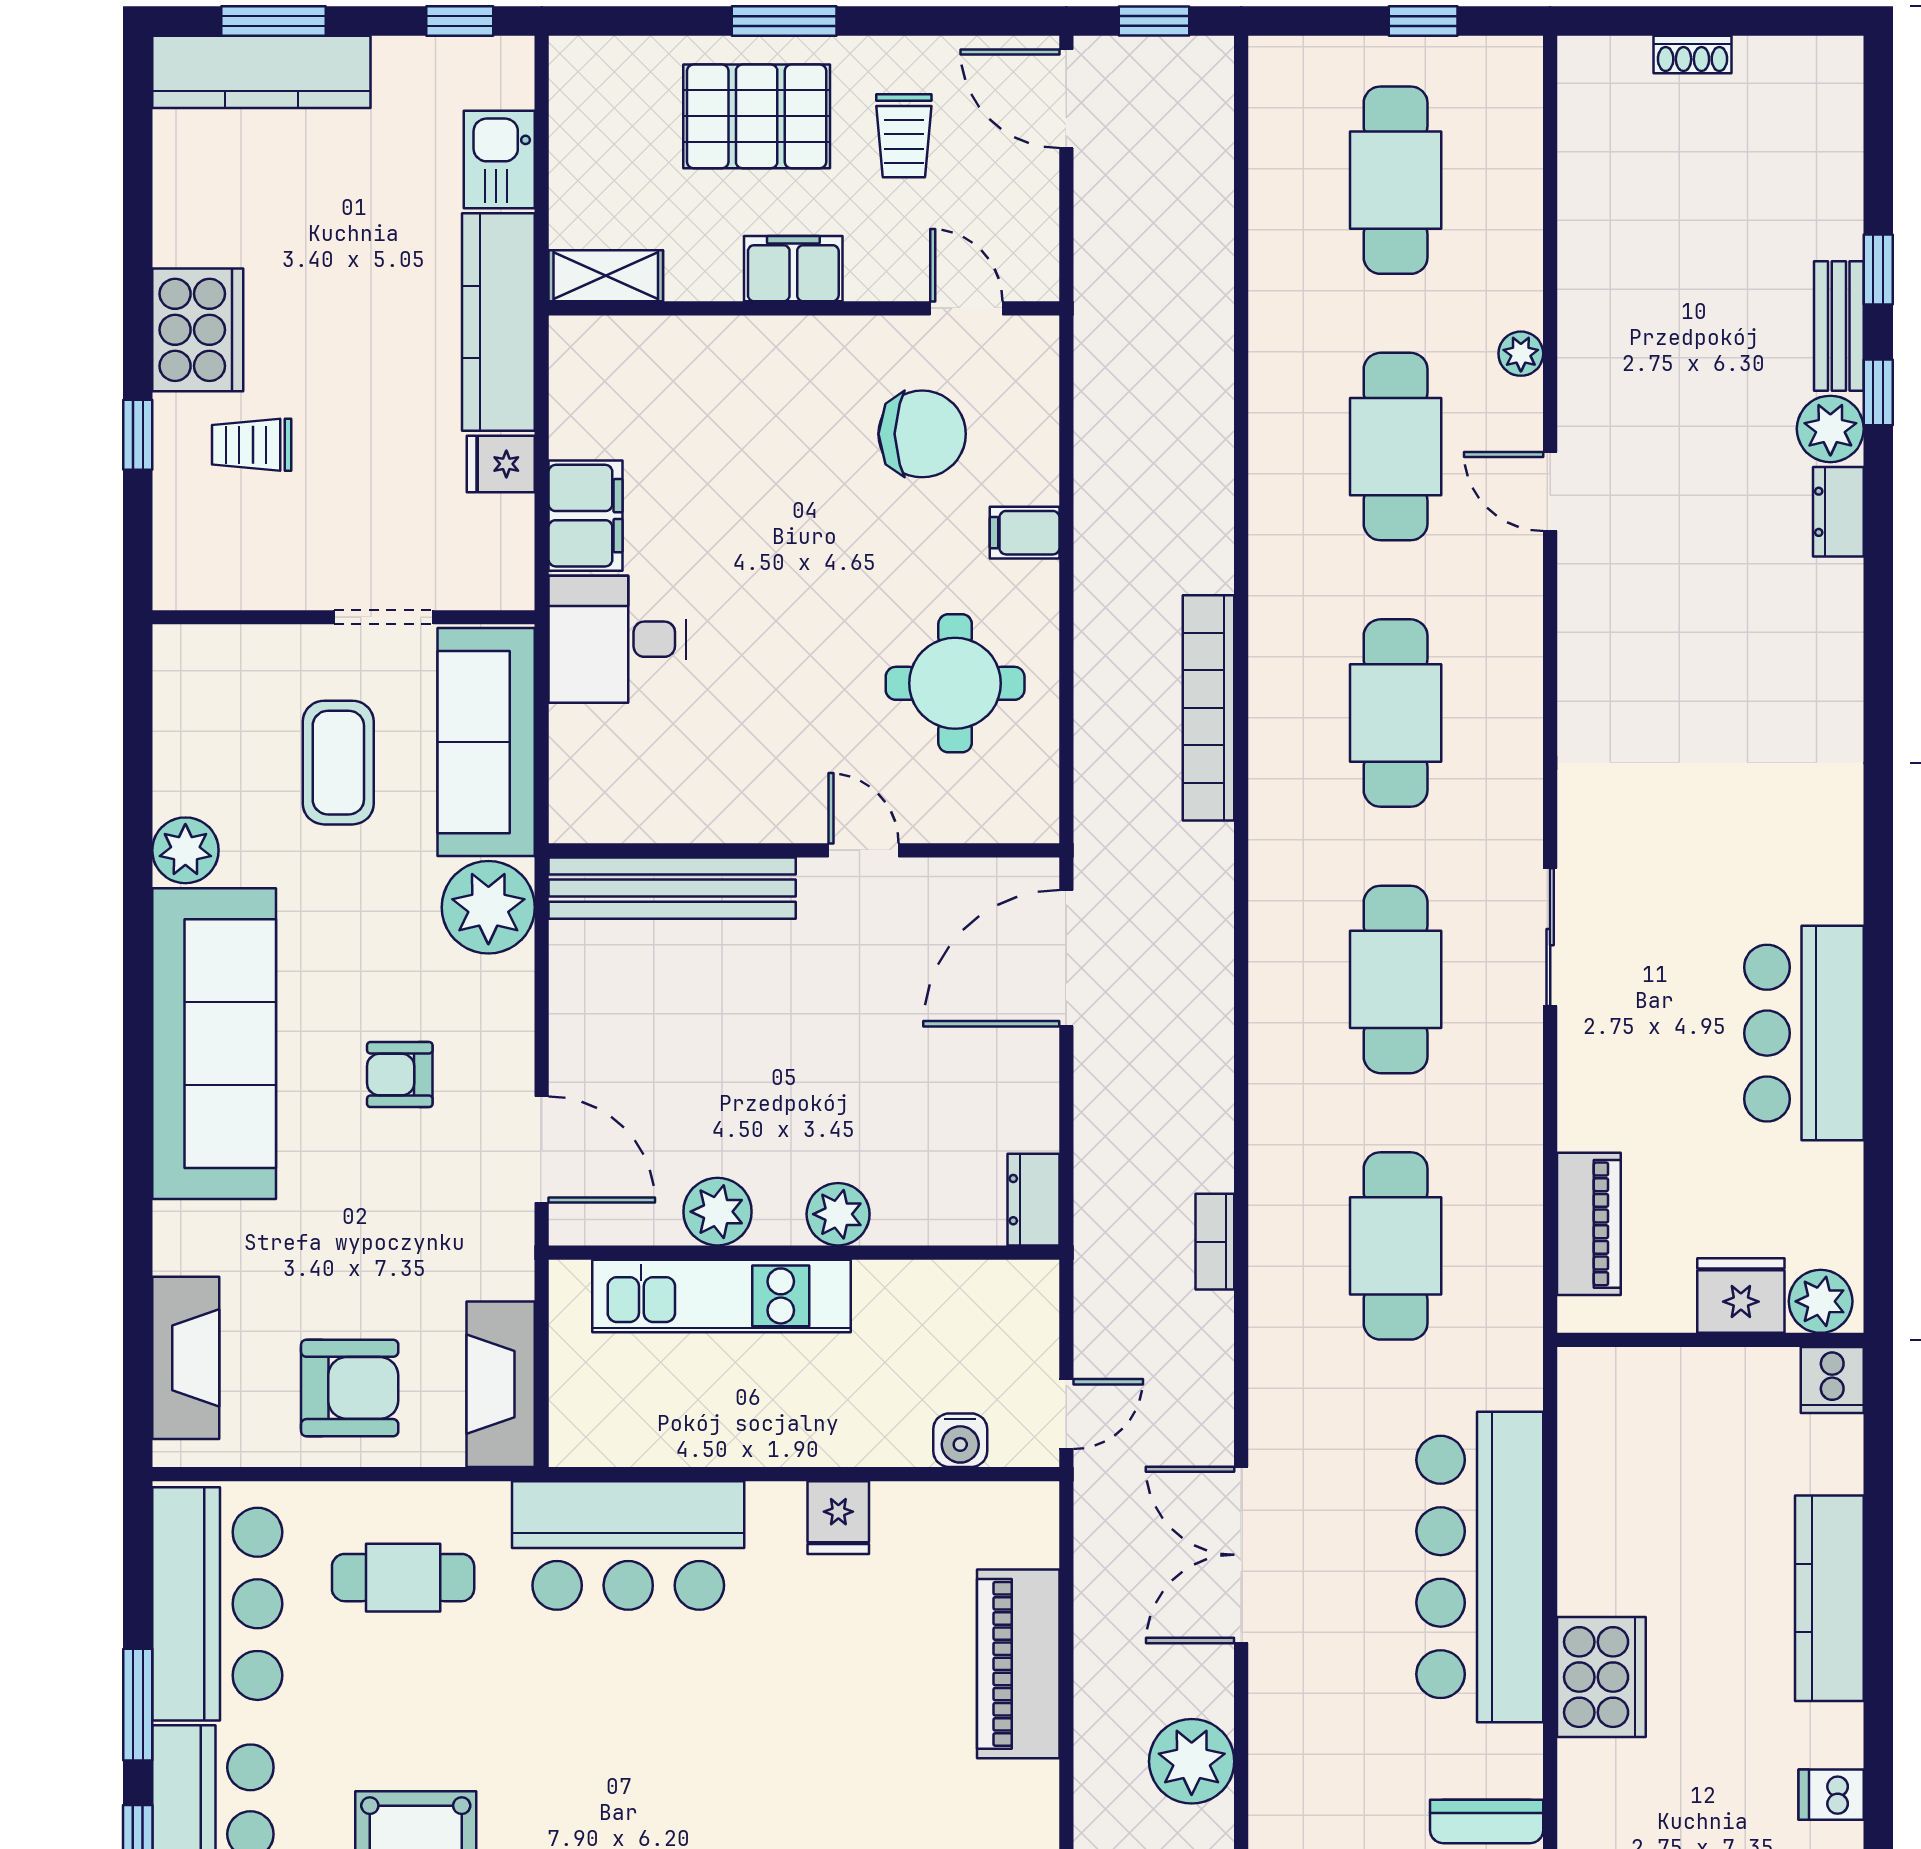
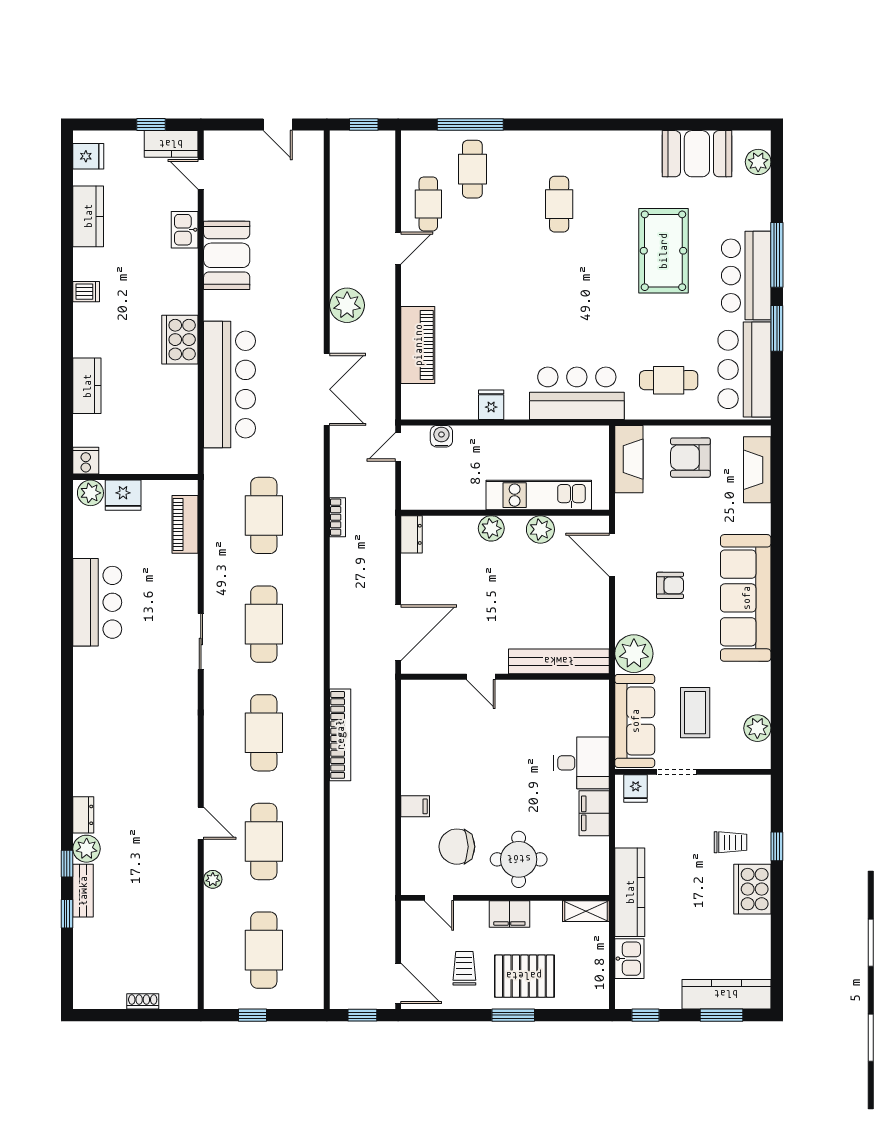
fridge: (501, 464) -> (636, 789), moved, turned 90
round table: (955, 683) -> (519, 859), moved
plant: (185, 850) -> (757, 728), moved
kitchen counter: (1829, 1598) -> (87, 386), width x0.67

